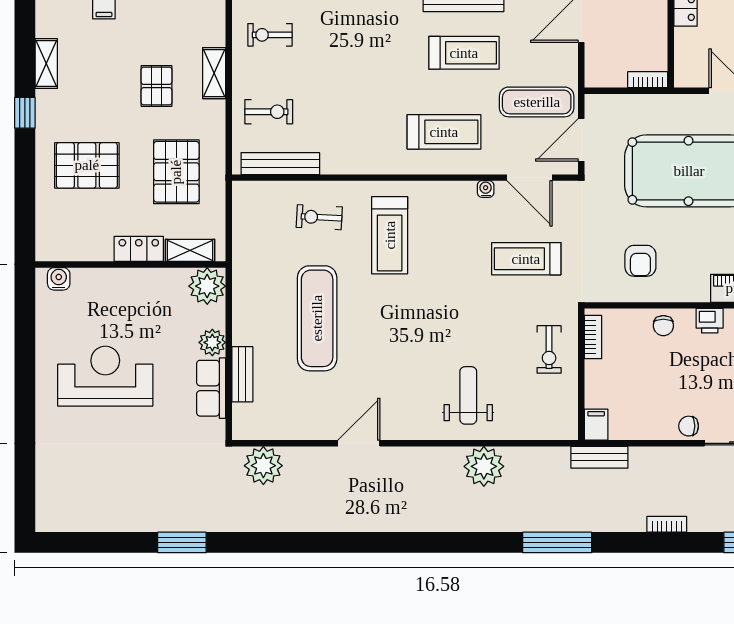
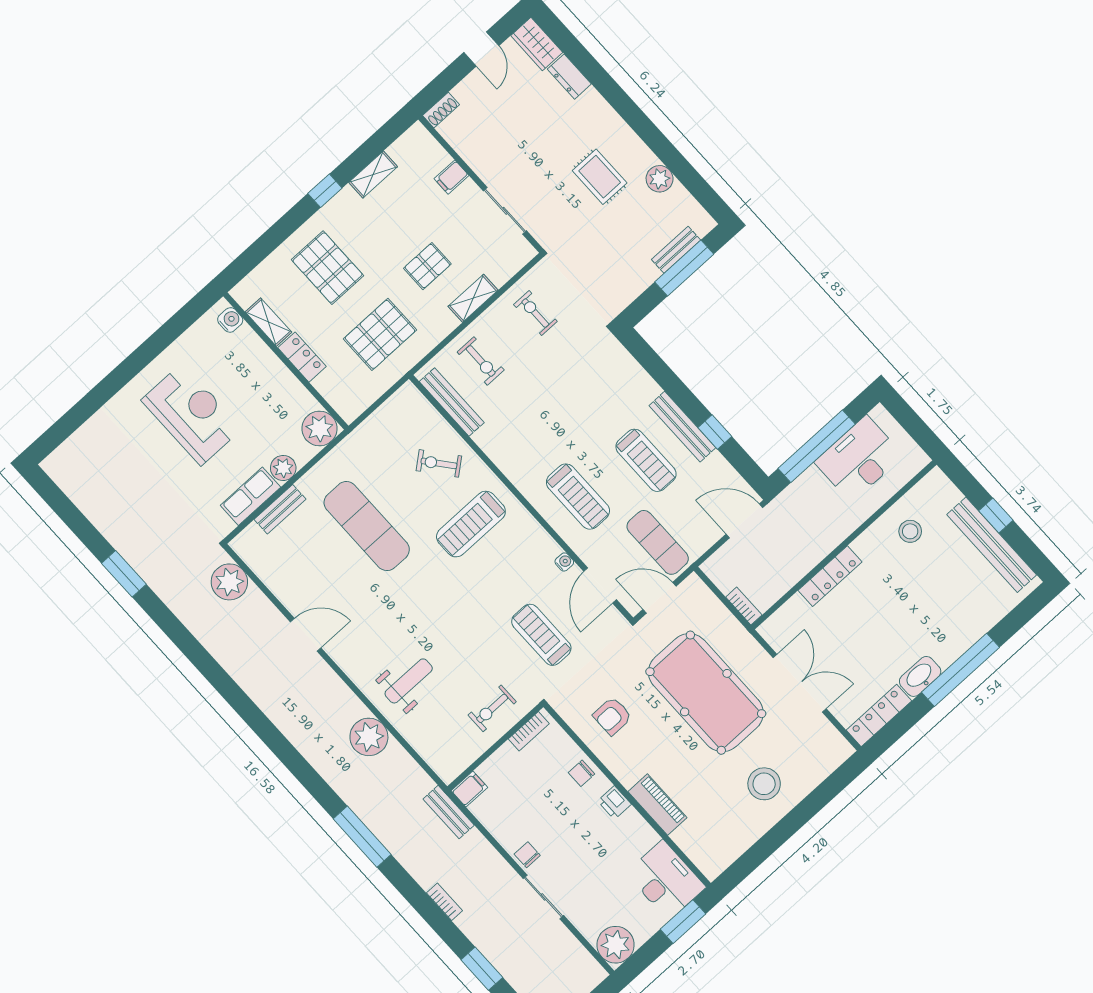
exercise bike: (319, 217) -> (439, 463), turned -42
shelving: (190, 250) -> (268, 322), moved
exercise mat: (317, 318) -> (367, 526), turned 90

